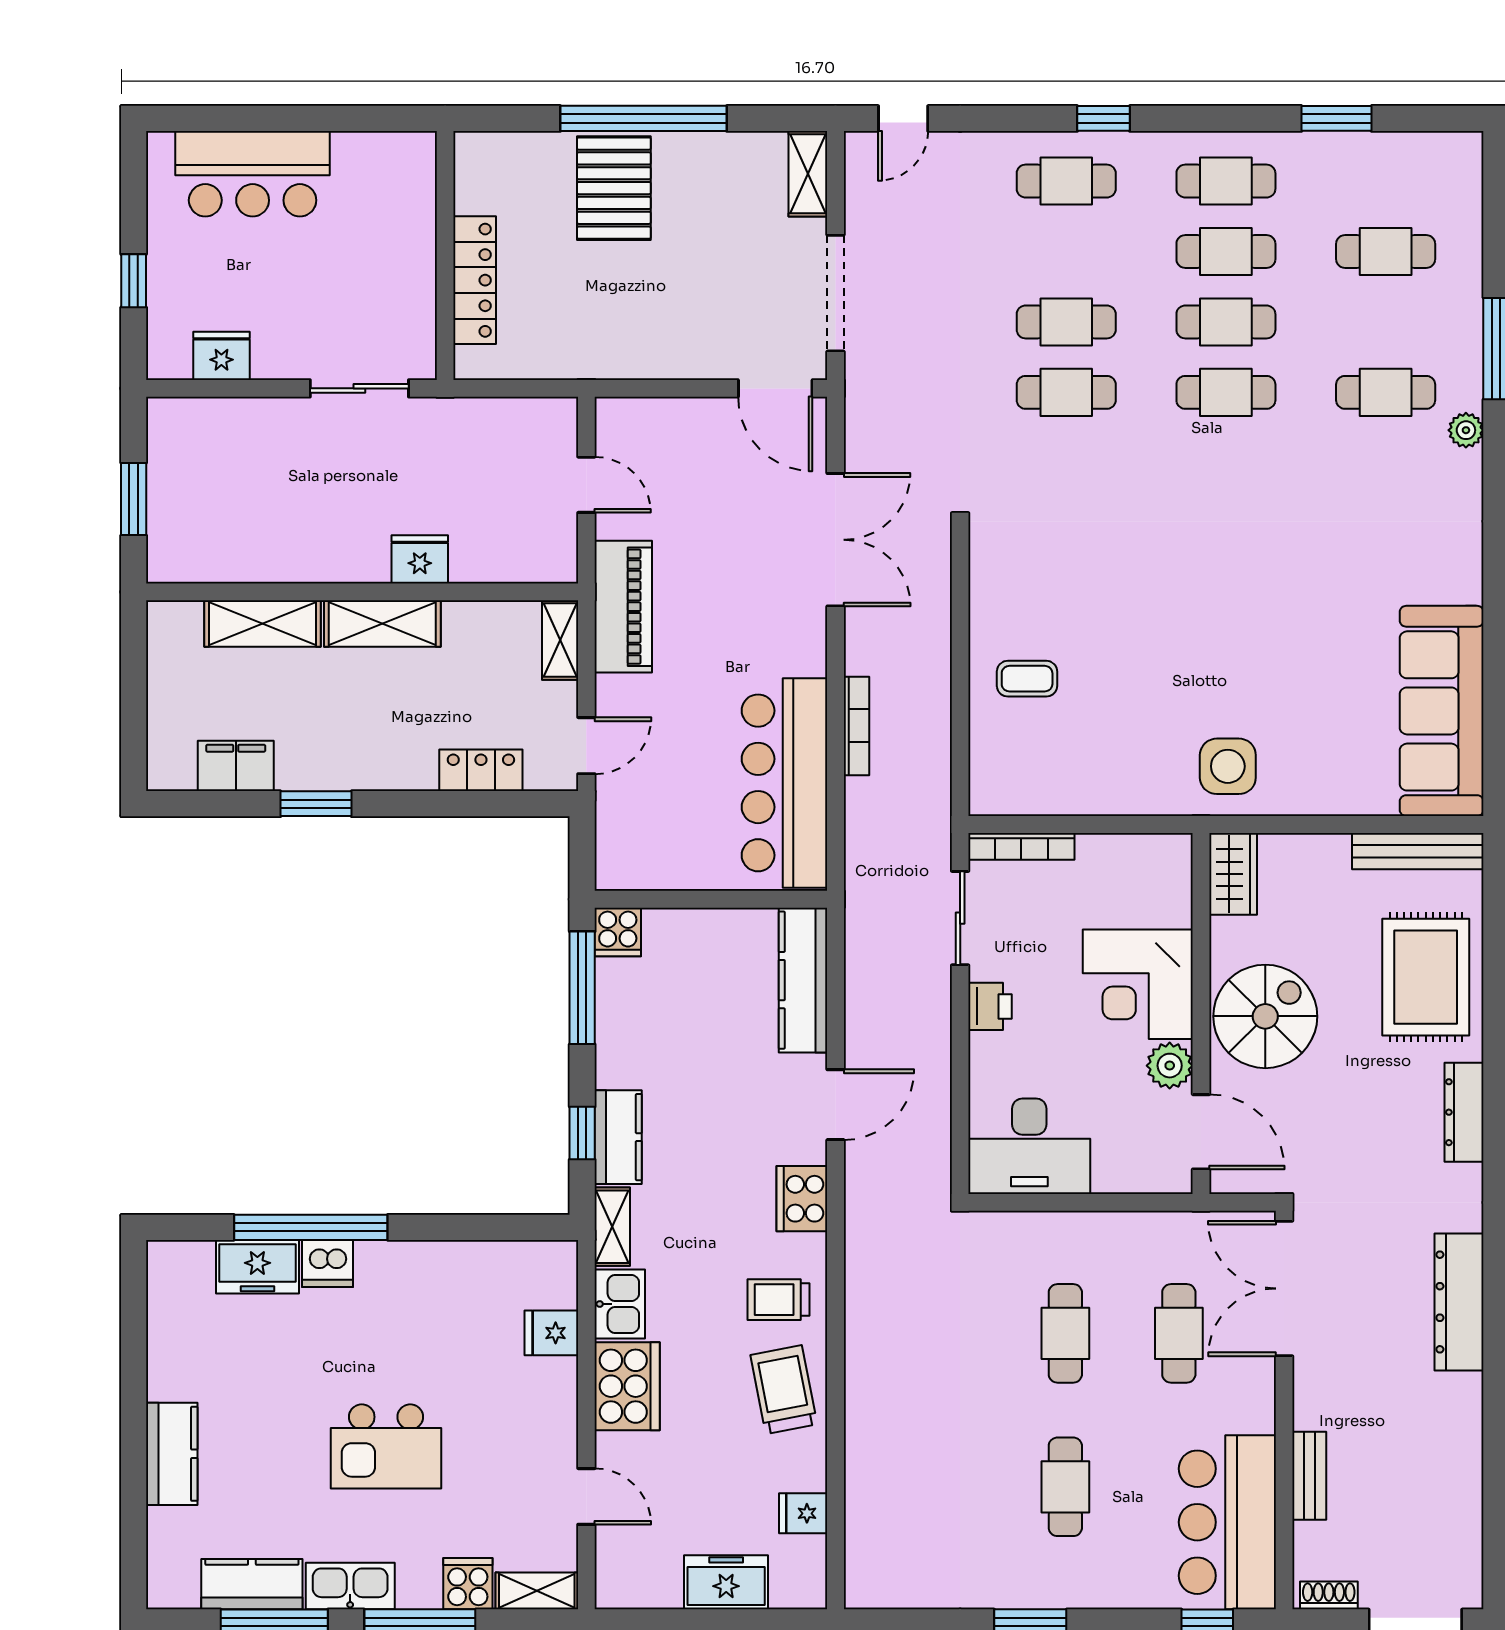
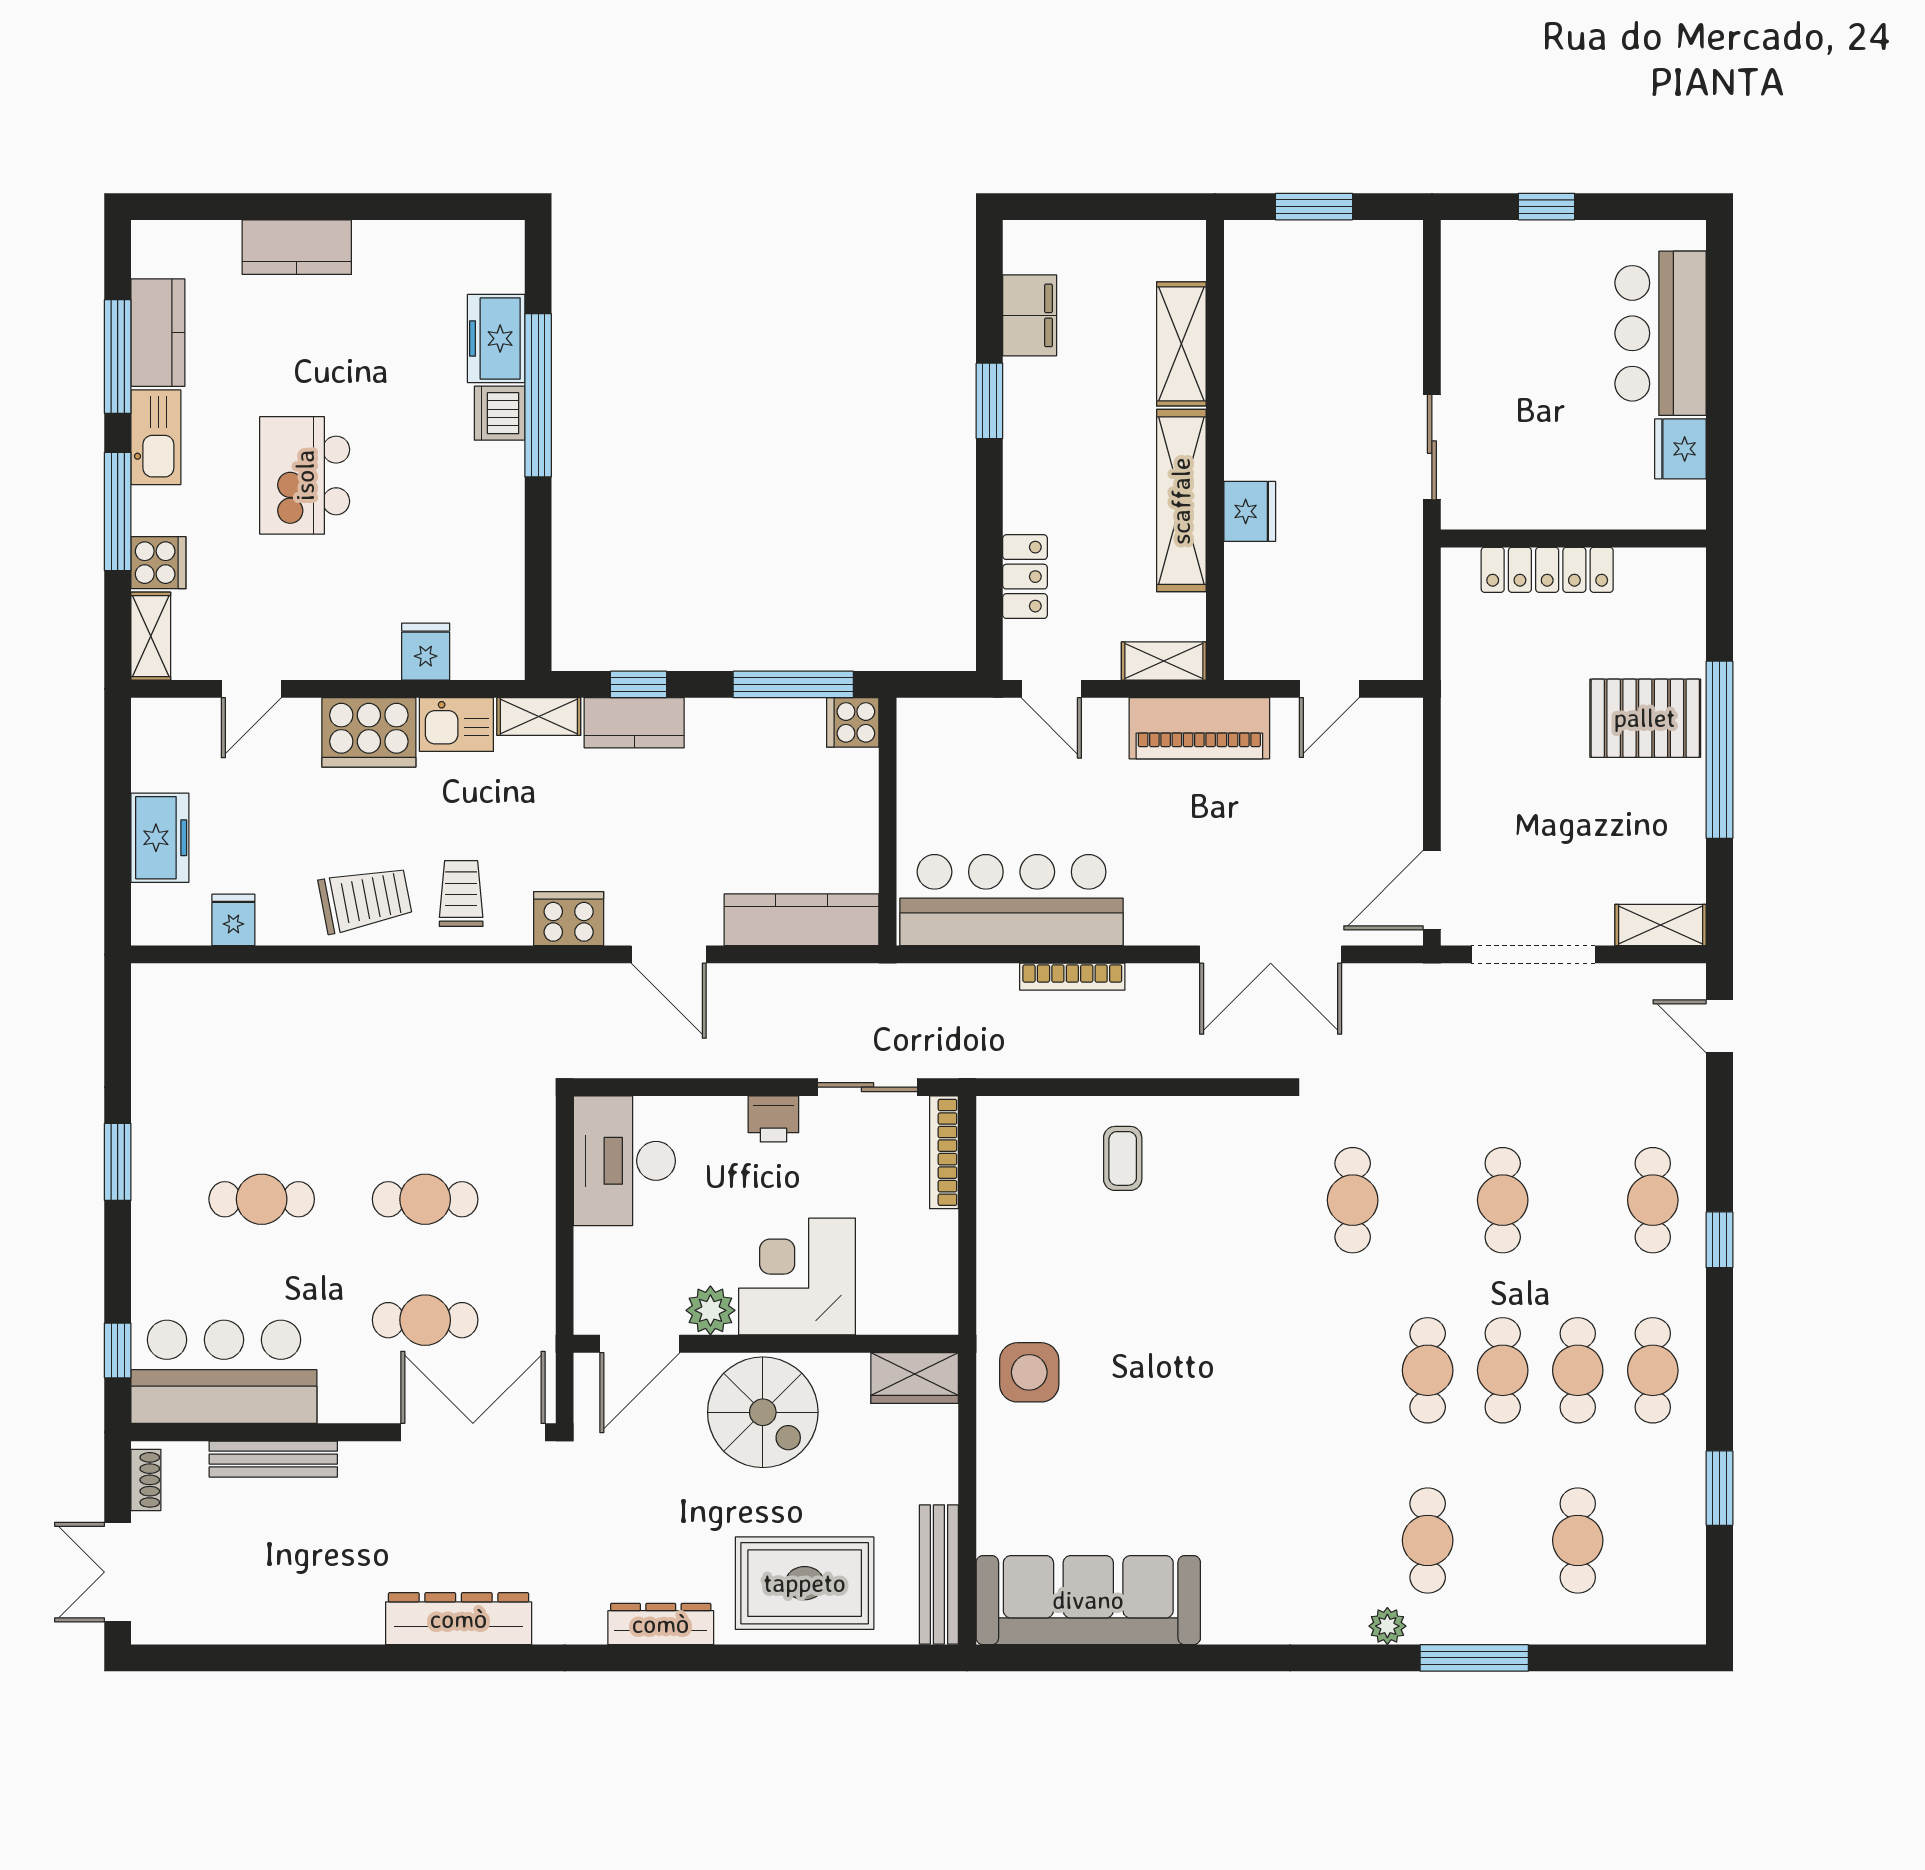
fridge: (221, 356) -> (1680, 449), moved, turned 180
cafe table: (1066, 392) -> (1353, 1200), moved
shelving: (382, 624) -> (1181, 501), width x1.47
bench: (1309, 1476) -> (273, 1459), width x1.36

